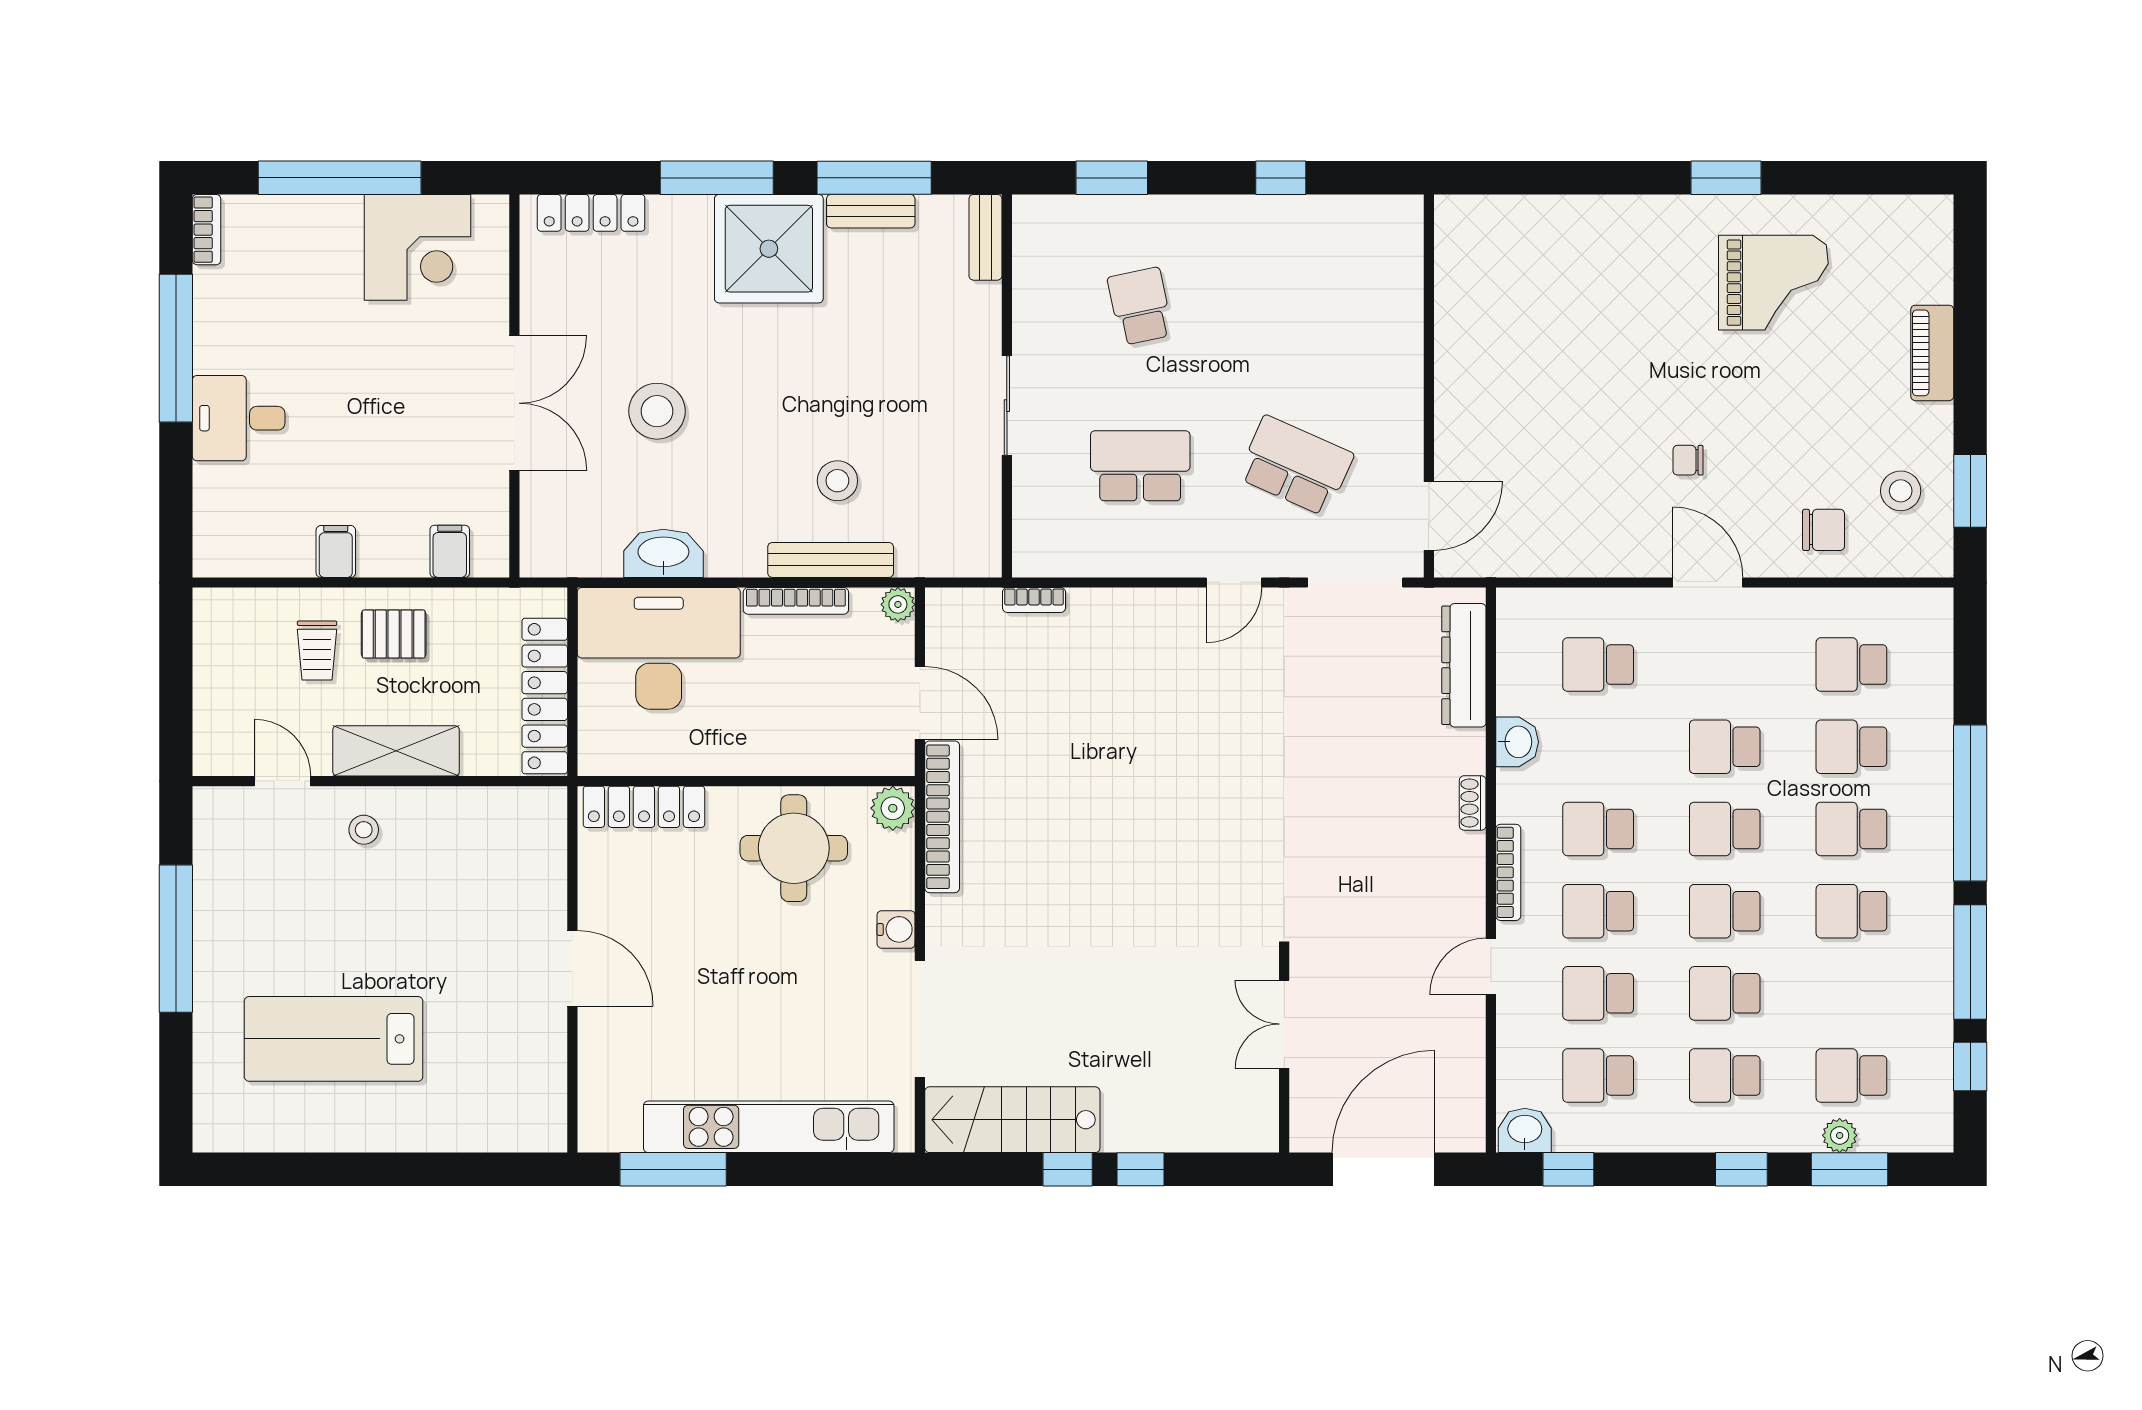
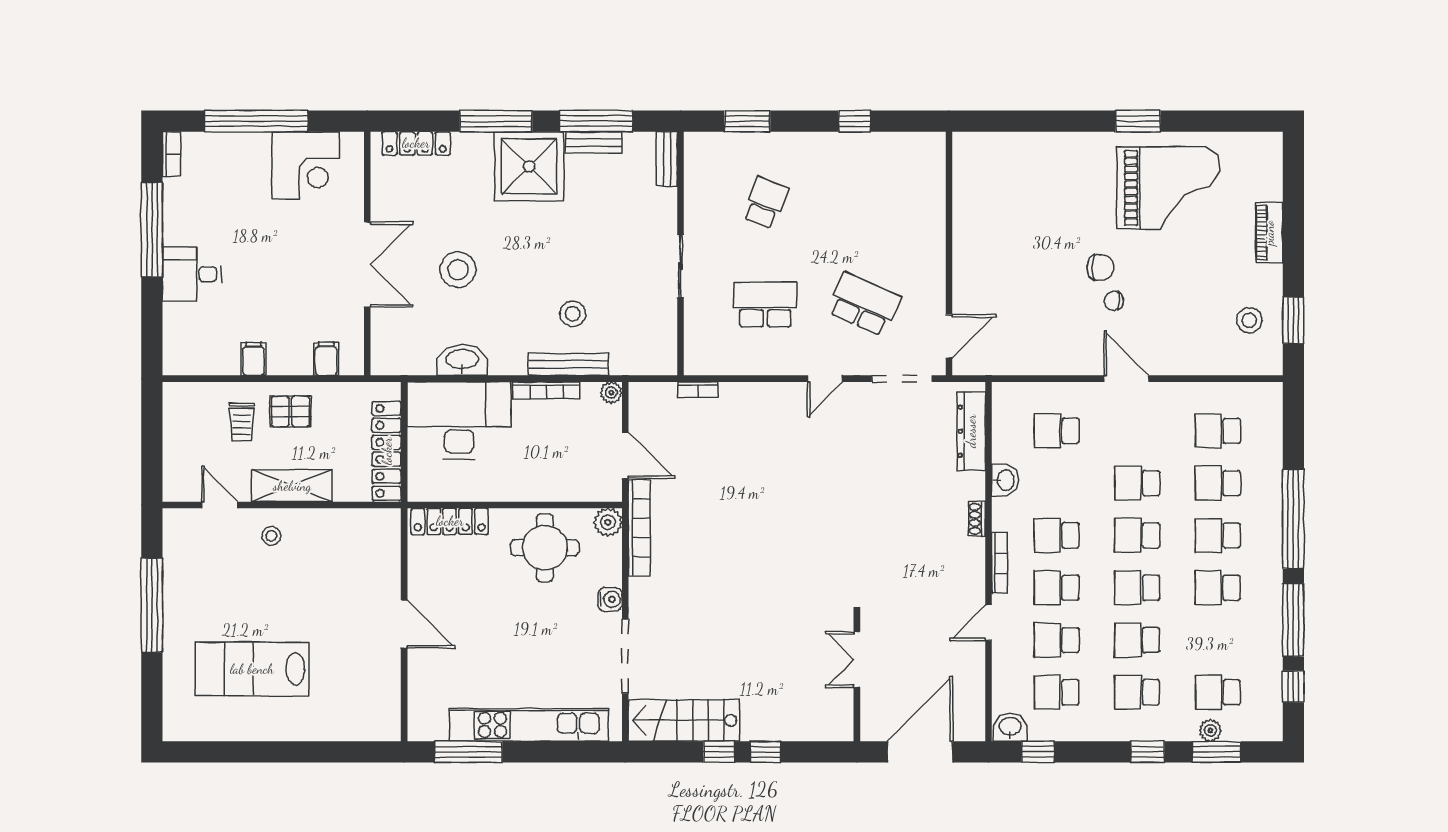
grand piano: (1773, 283) -> (1168, 188), width x1.37, depth x1.48
school desk: (1140, 306) -> (765, 203), turned 33
chair: (1824, 530) -> (1100, 267), moved

